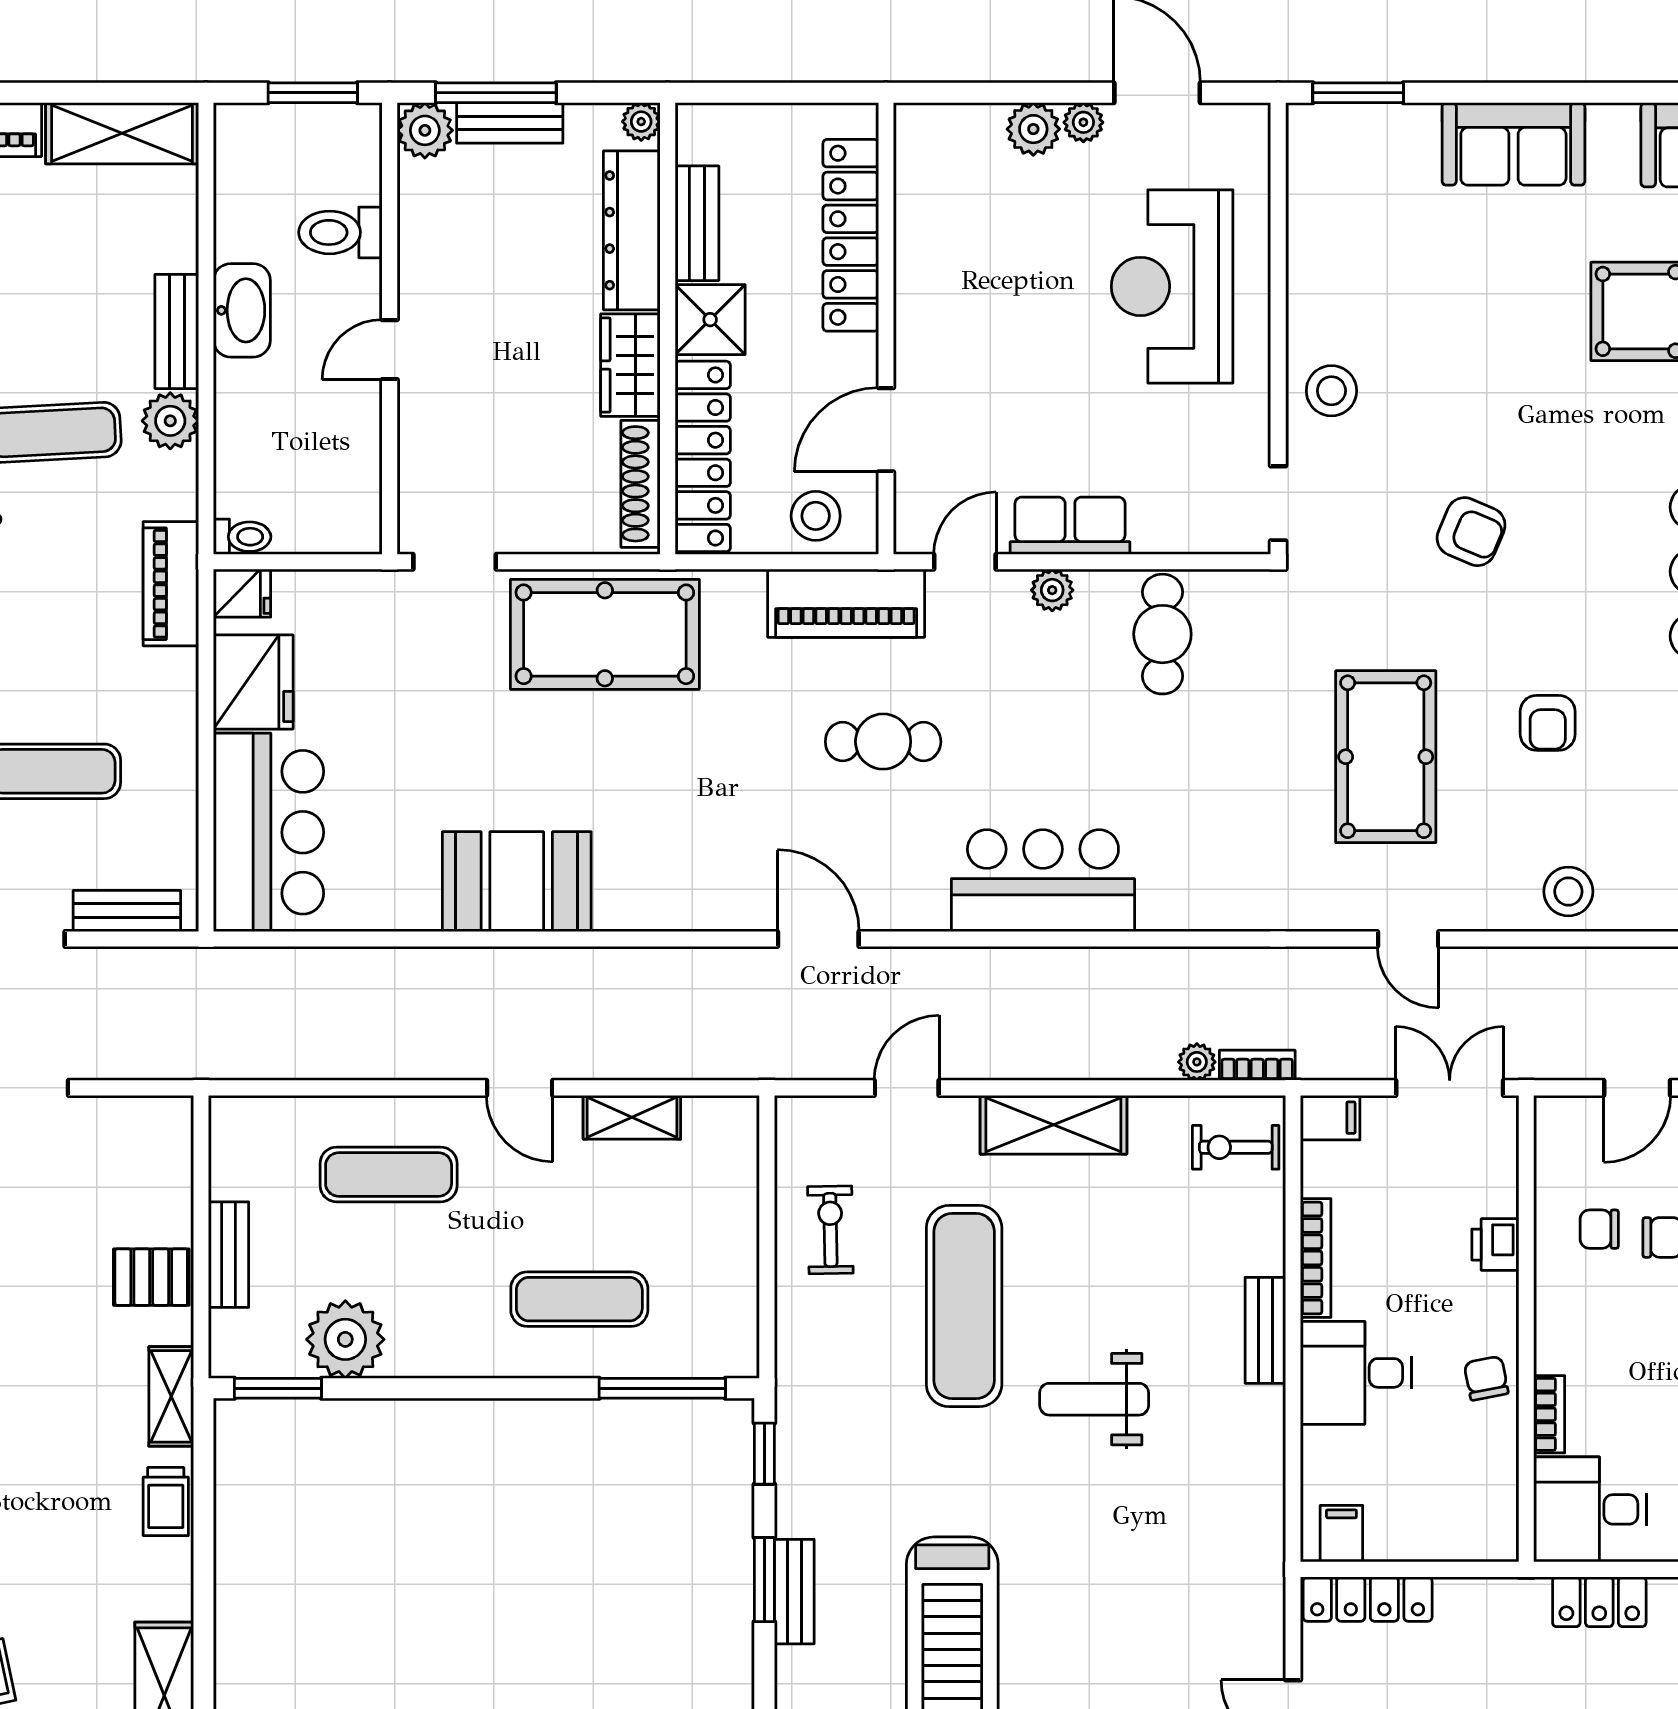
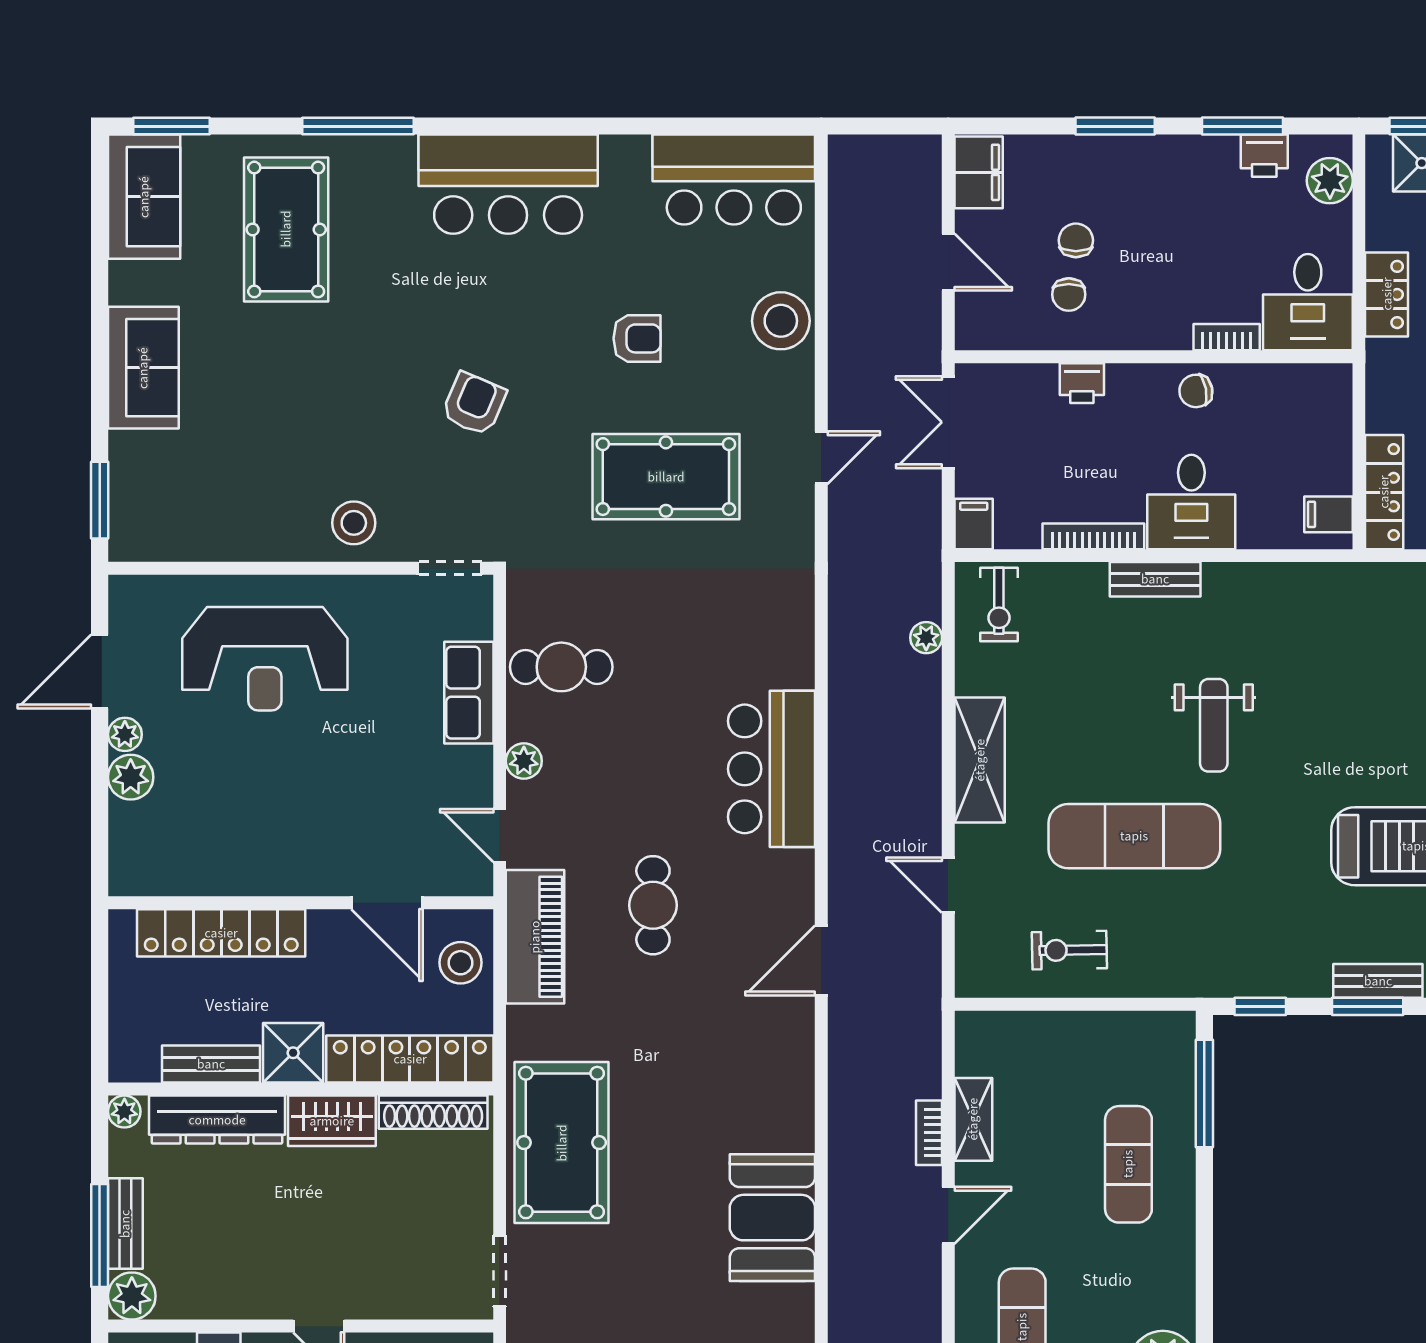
row of seats: (1070, 526) -> (469, 693), moved
stool: (1568, 891) -> (781, 321), width x1.38, depth x1.38
bookcase: (1257, 1065) -> (929, 1133), moved

